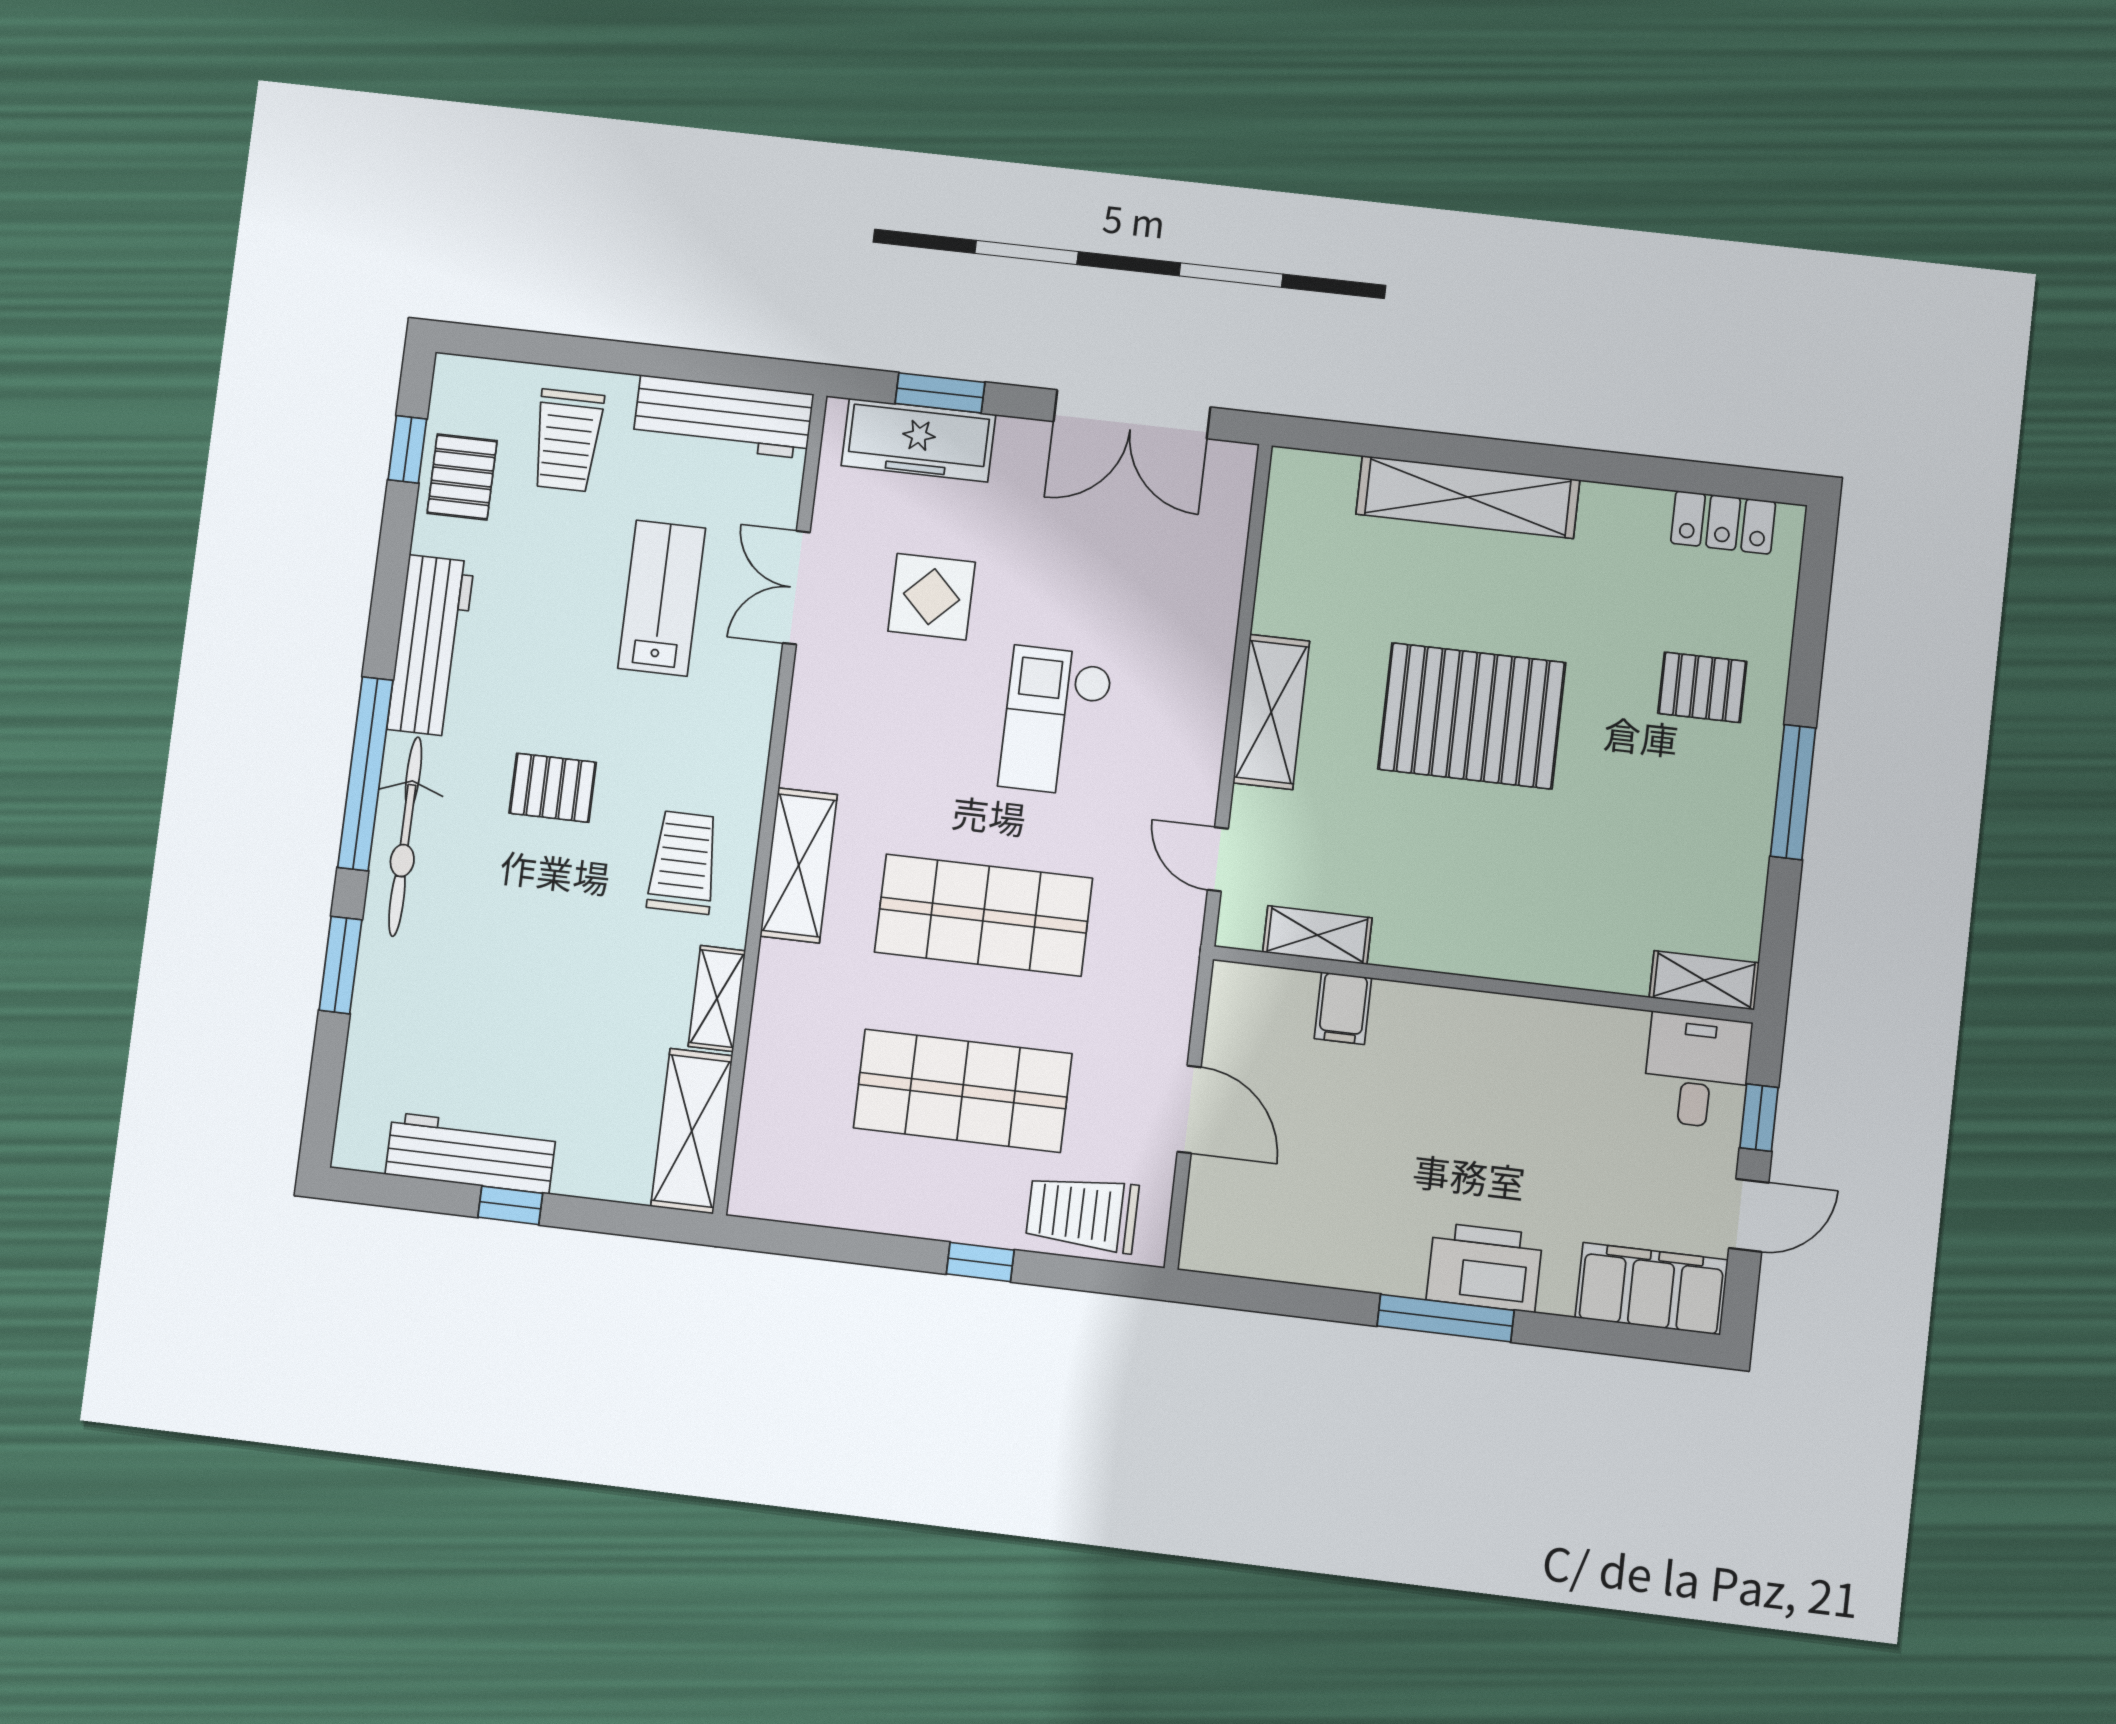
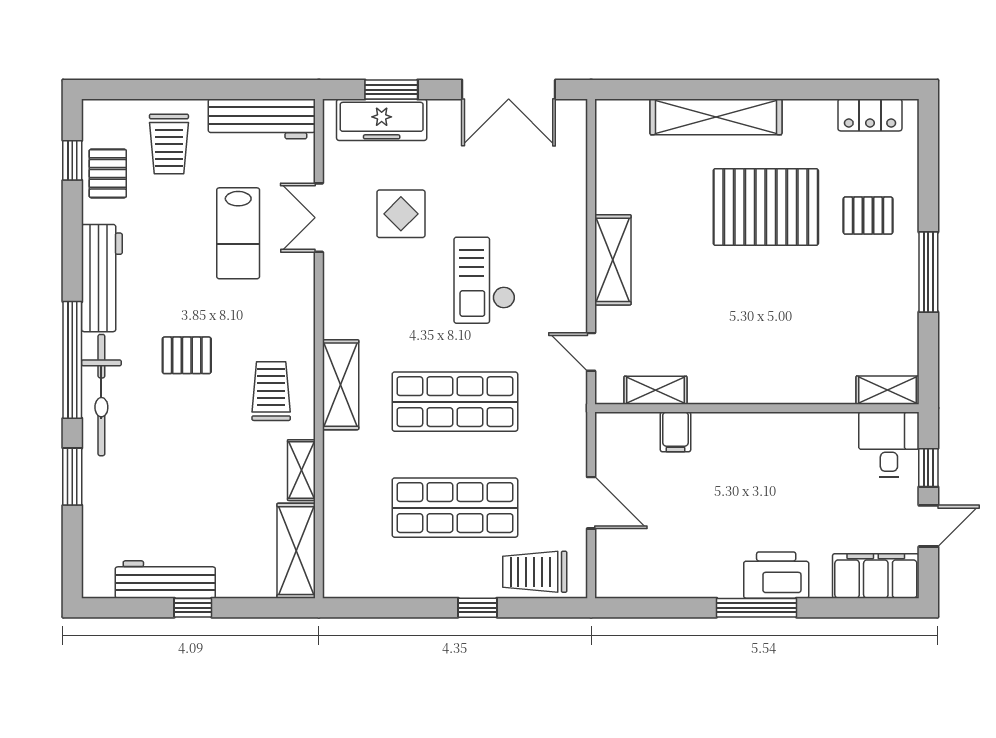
lab bench: (662, 598) -> (238, 233), turned 180
pallet: (1472, 716) -> (766, 207), moved

